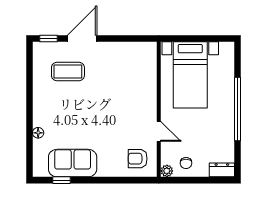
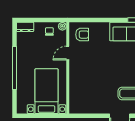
door: (159, 131) -> (68, 53), hinge flipped

